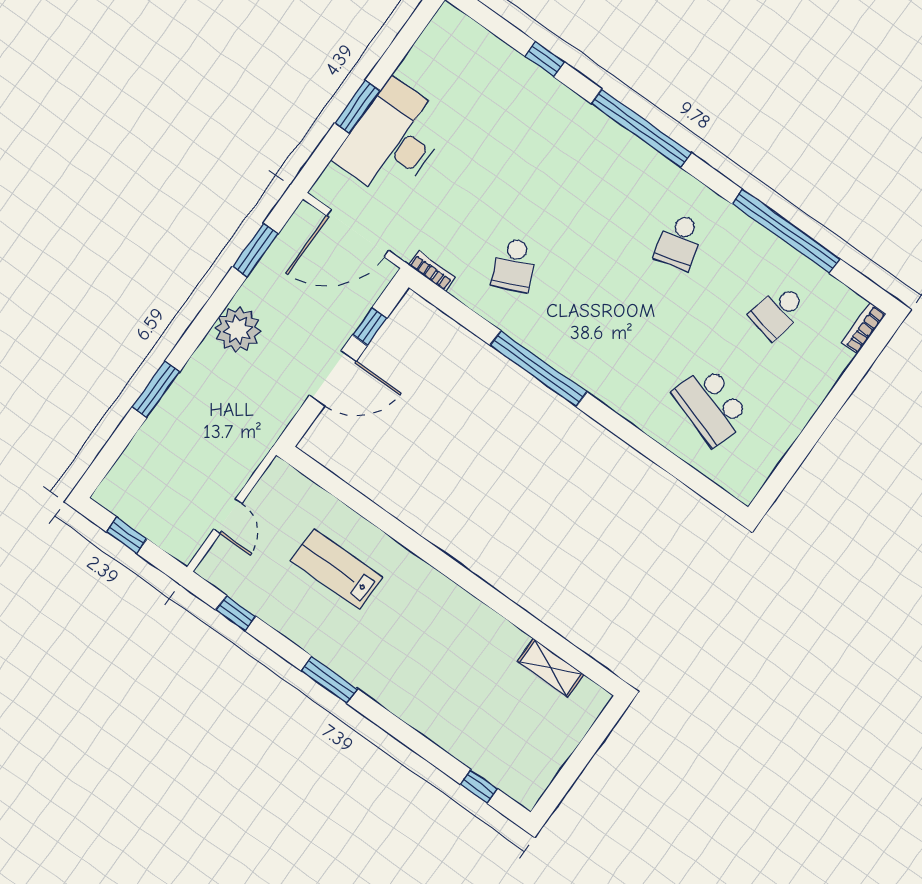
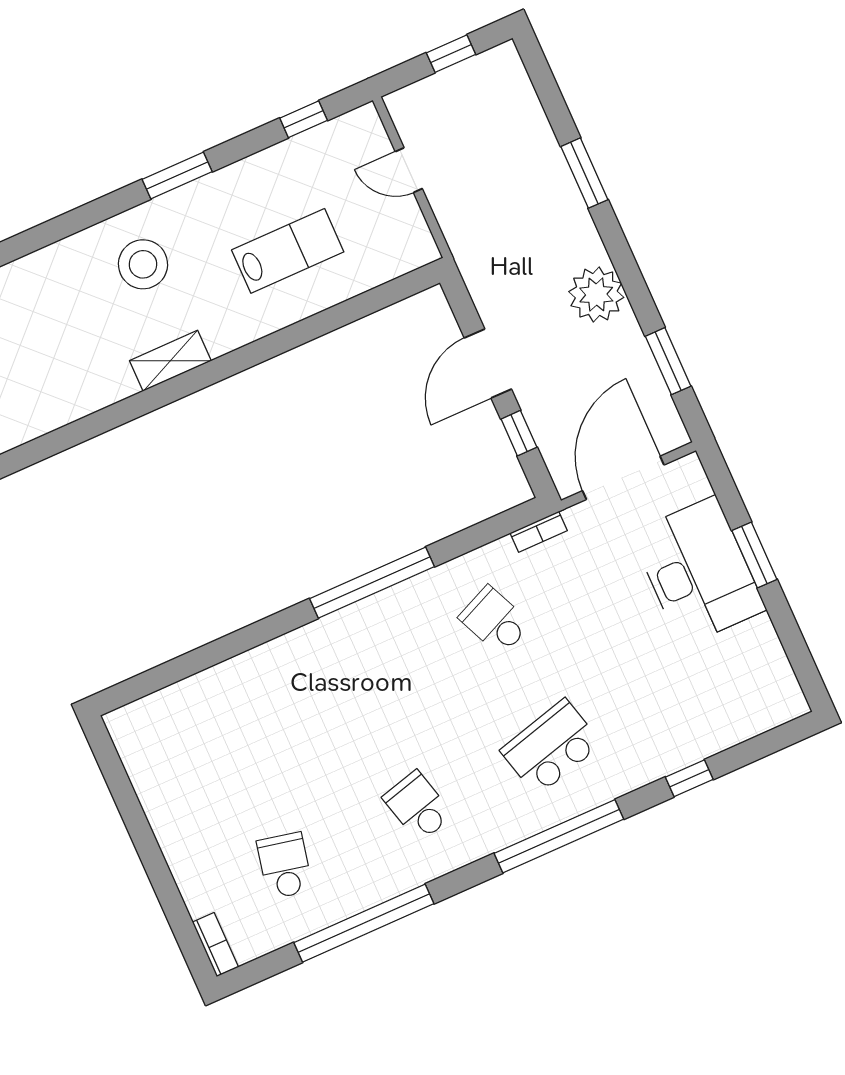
school desk: (711, 405) -> (551, 747), moved, turned -33
stool: (407, 667) -> (143, 264), added
shelving: (551, 668) -> (170, 361), moved

